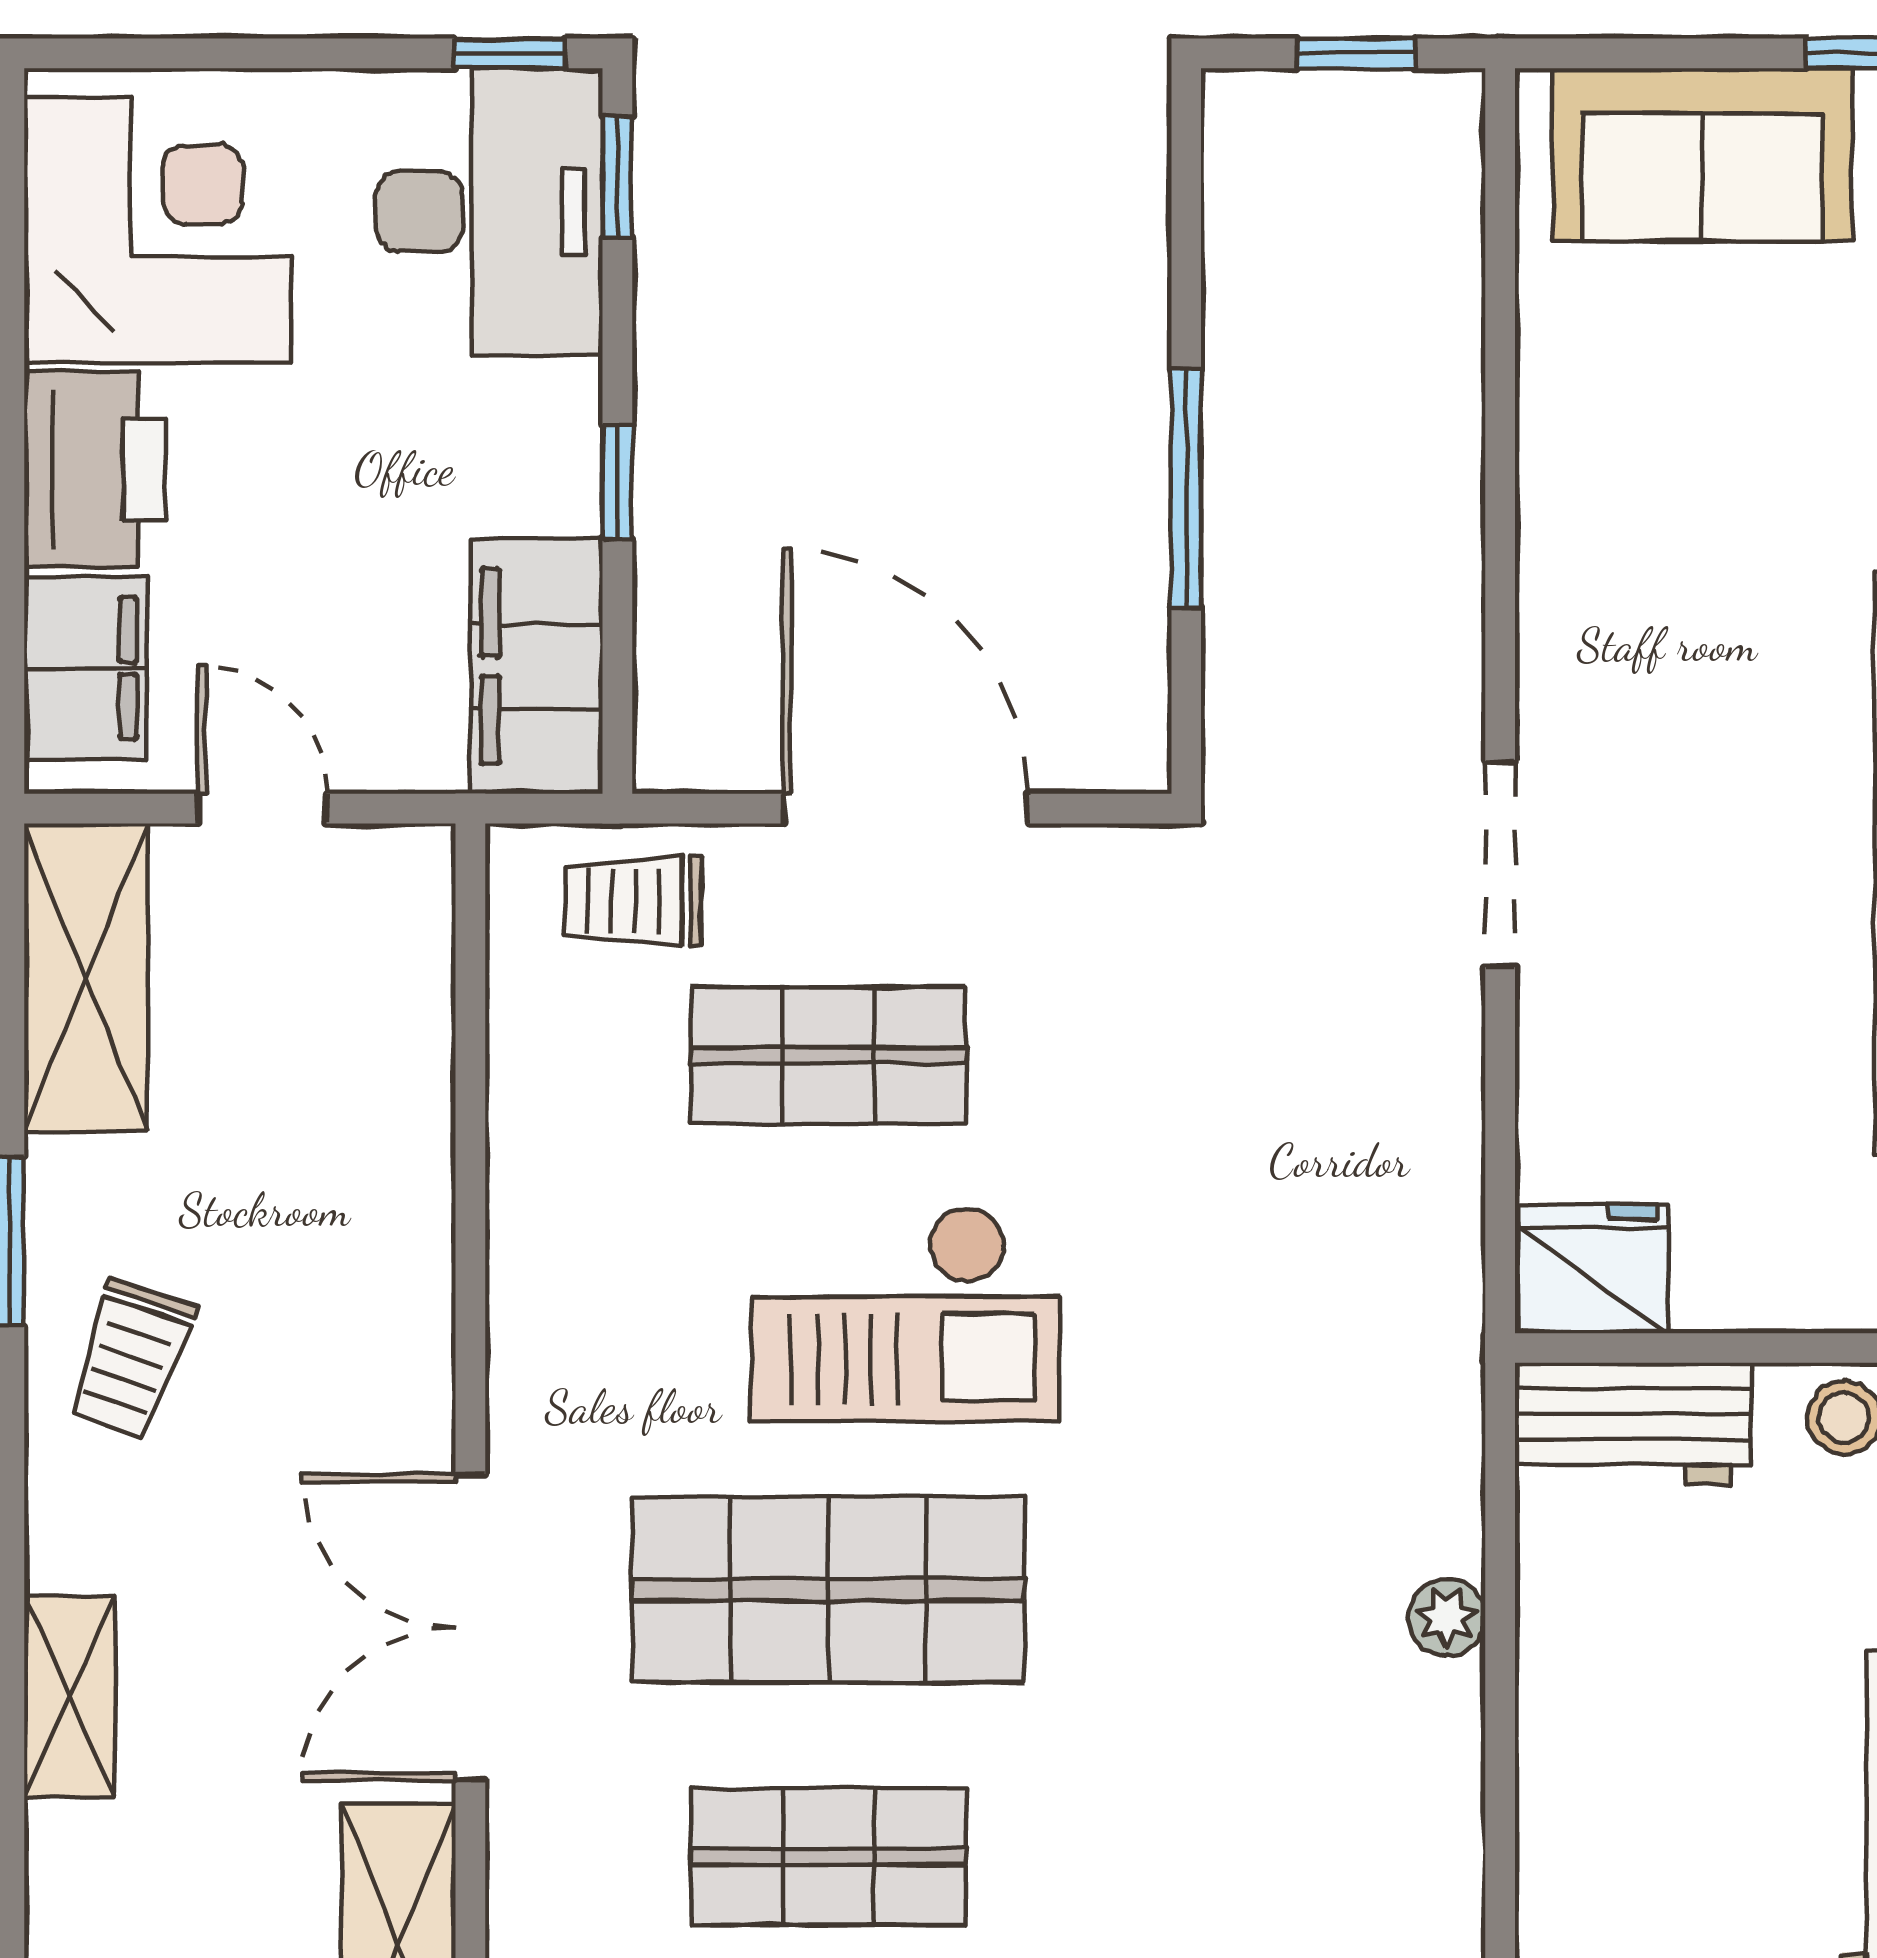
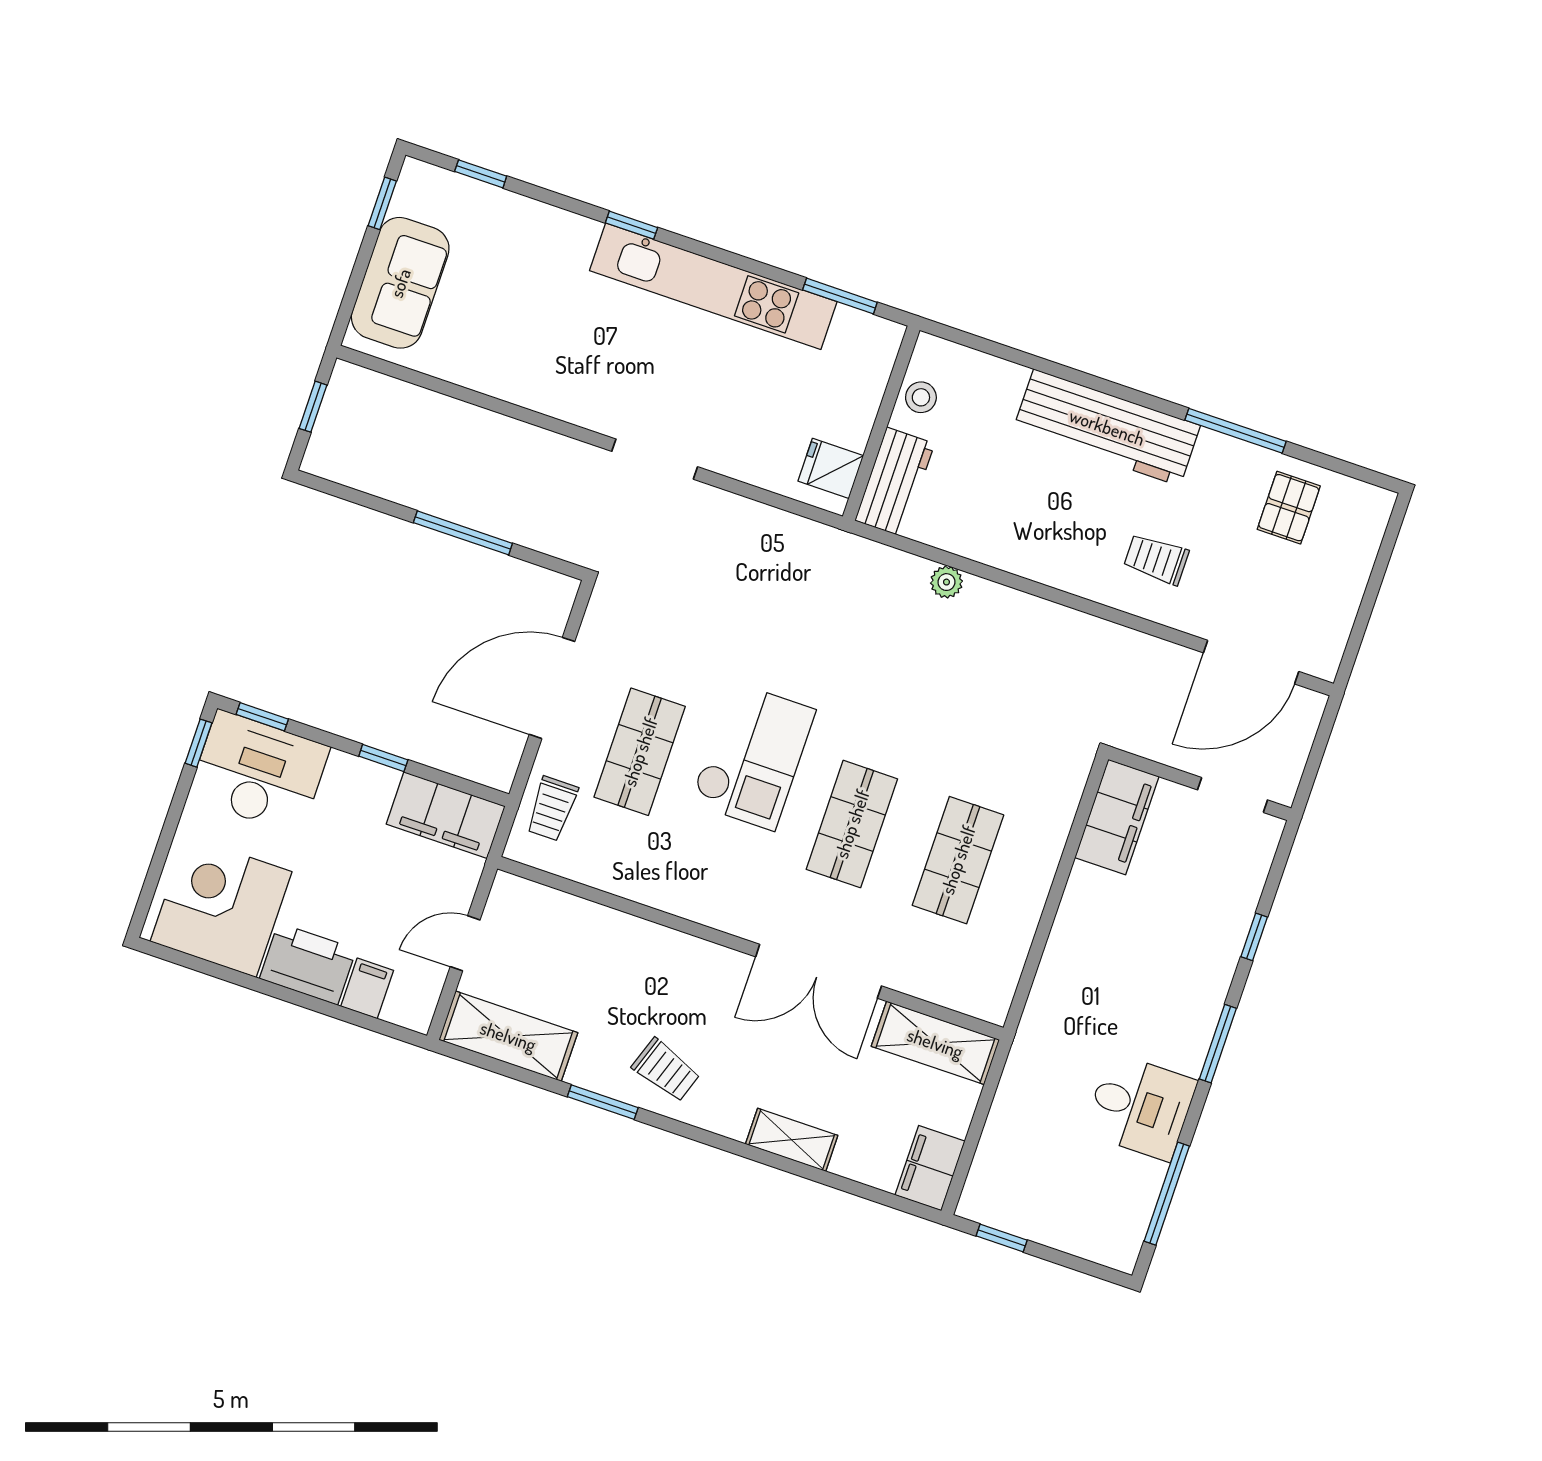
filing cabinet: (85, 668) -> (367, 988), width x0.50
fridge: (1594, 1269) -> (831, 468), width x0.72
shop shelf: (828, 1589) -> (852, 824), width x0.70, depth x0.74

